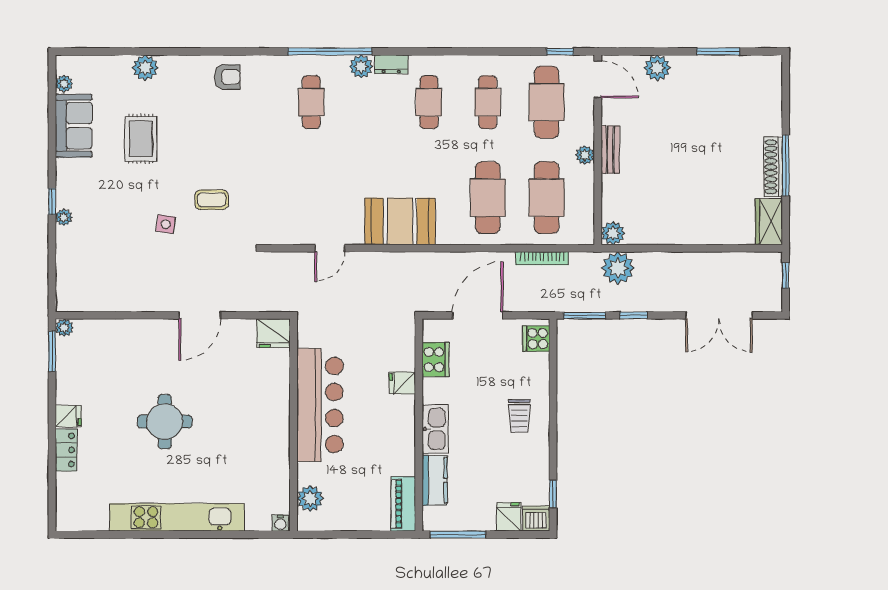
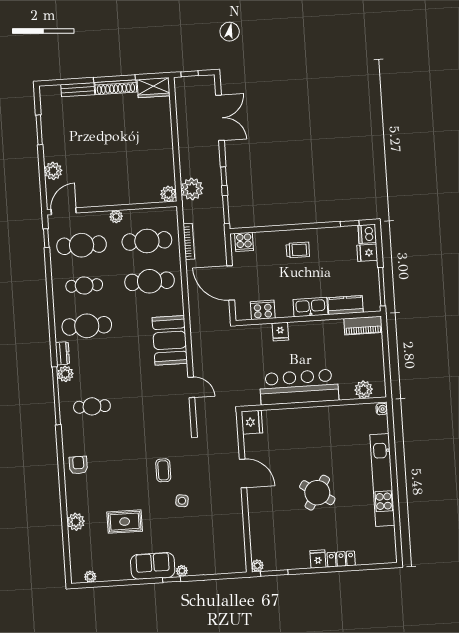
cafe table: (429, 102) -> (87, 326), width x1.37, depth x1.35
sofa: (74, 126) -> (153, 566), moved
bench: (610, 150) -> (78, 90), moved
round table: (165, 422) -> (317, 493), turned 33

